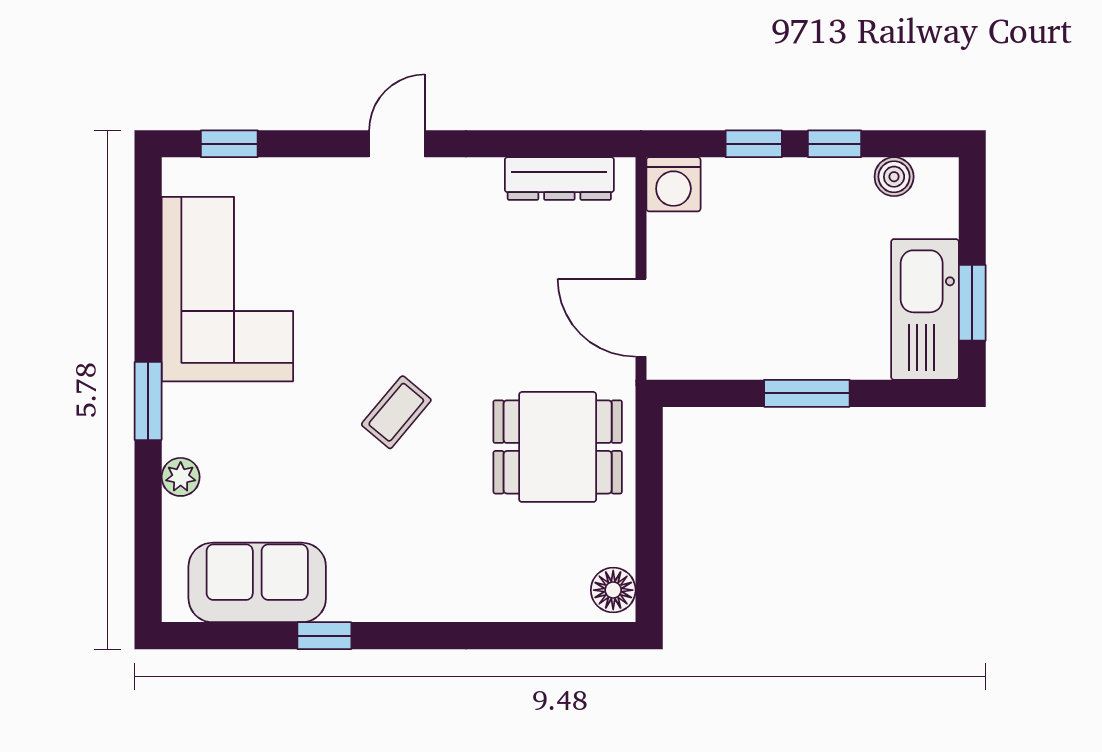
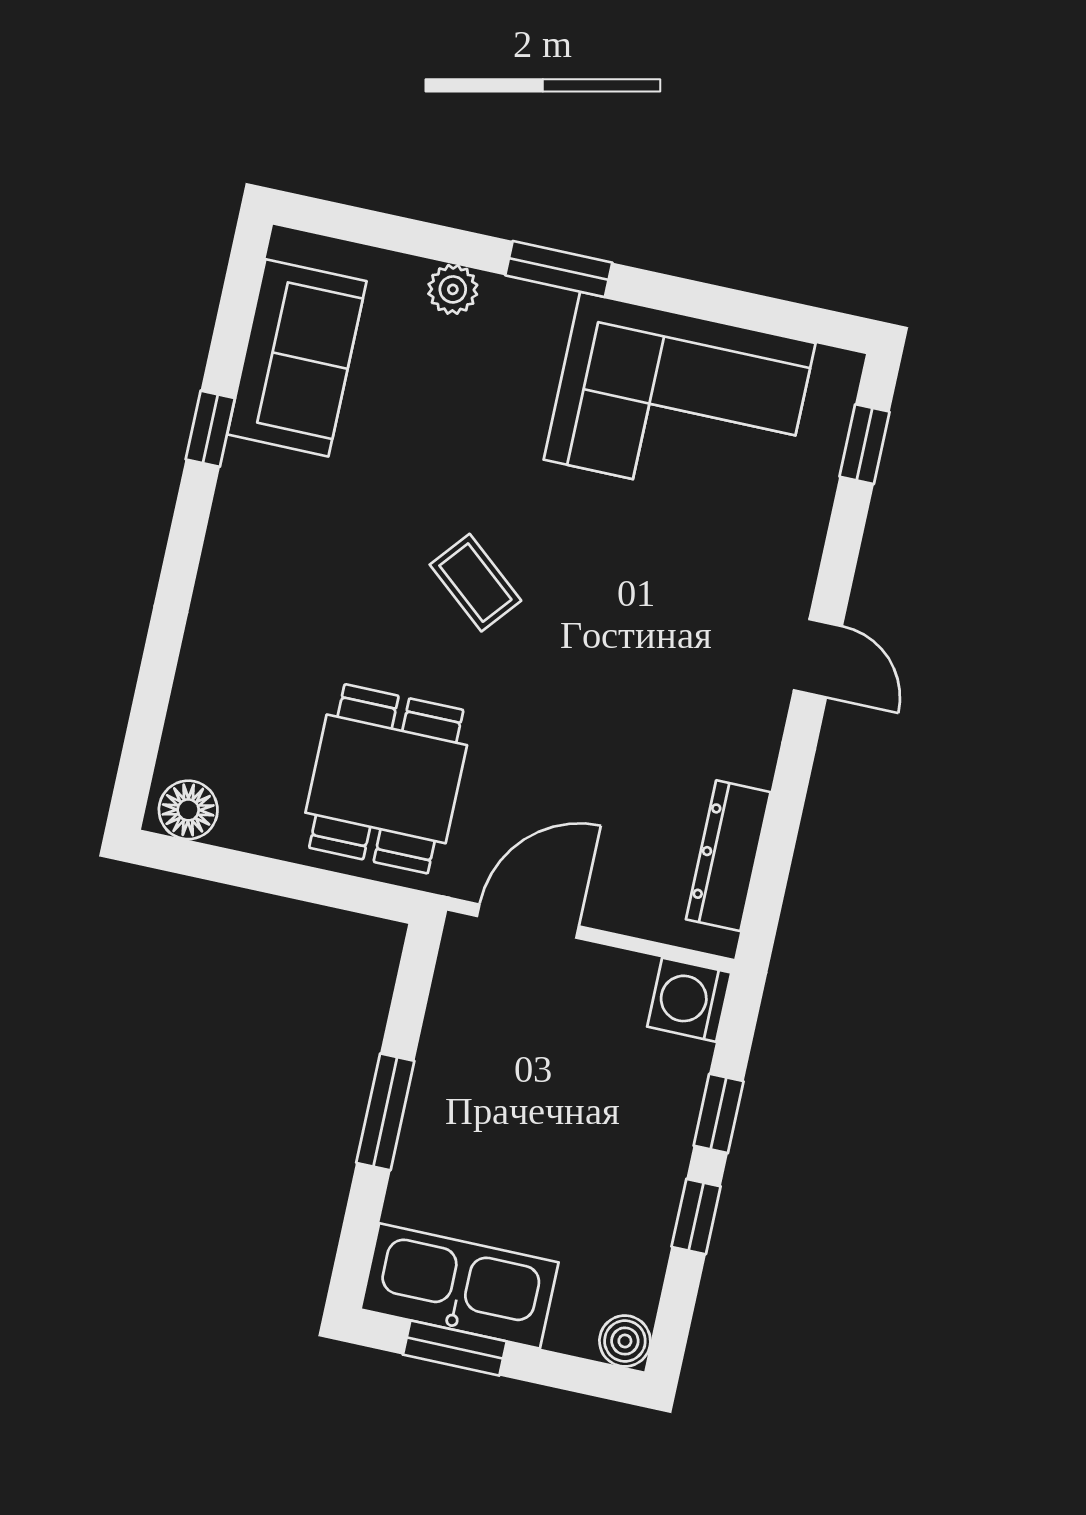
boiler: (894, 177) -> (625, 1341), moved

